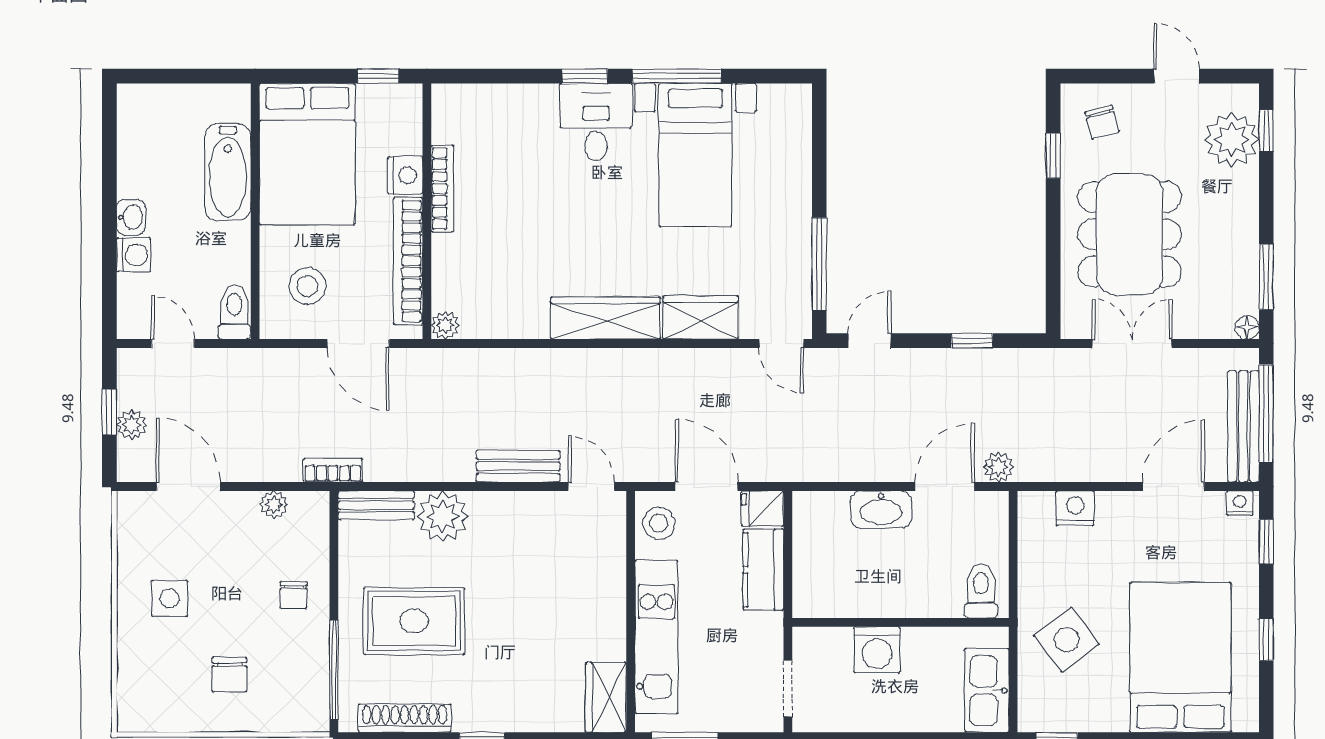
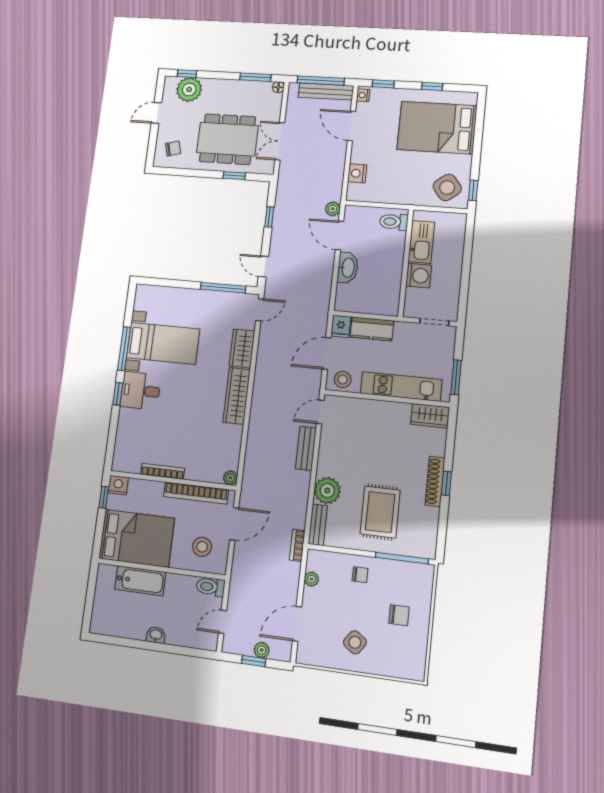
window: (1053, 156) -> (234, 176), moved
nightstand: (405, 175) -> (118, 485), moved
washing machine: (134, 255) -> (175, 636), removed
side table: (169, 598) -> (355, 642), turned 36
side table: (1067, 640) -> (447, 187), moved
kitchen sink: (987, 691) -> (421, 242), moved, turned -90
shoe rack: (405, 718) -> (435, 481), moved

